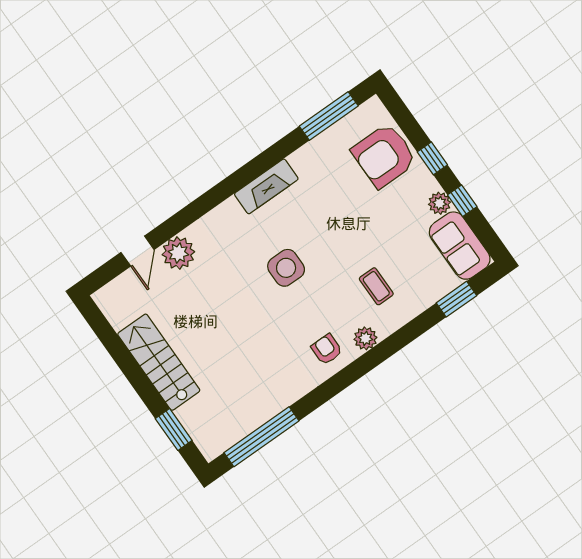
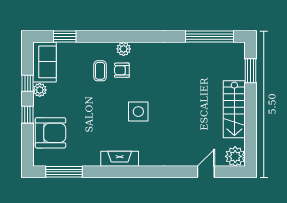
plant: (178, 253) -> (235, 156), moved
armchair: (327, 349) -> (122, 70), moved, turned 90

